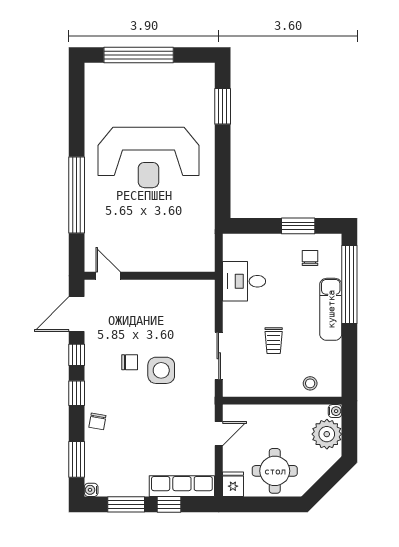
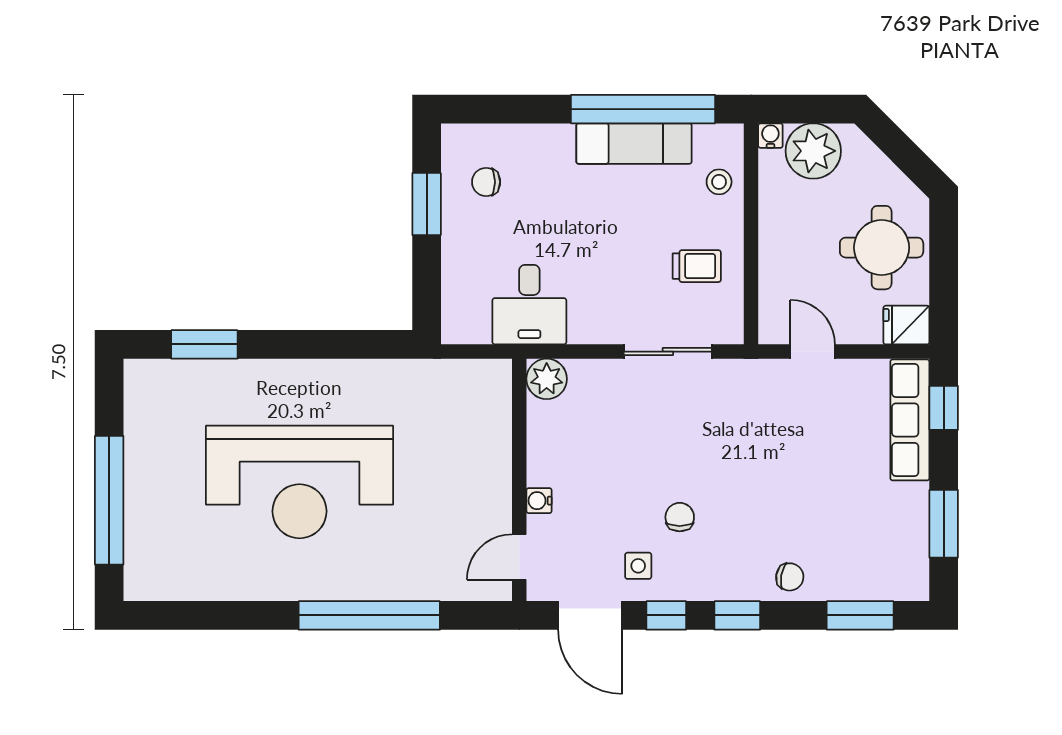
reception desk: (149, 157) -> (299, 482), turned 90
window: (349, 285) -> (643, 109), moved
plant: (204, 291) -> (547, 379), added
exam couch: (331, 309) -> (634, 144), moved
trolley: (274, 341) -> (697, 266), moved
side table: (161, 370) -> (638, 566), moved, width x0.54, depth x0.54
water cooler: (91, 490) -> (539, 501), moved, turned 90
window: (169, 504) -> (944, 408), moved

